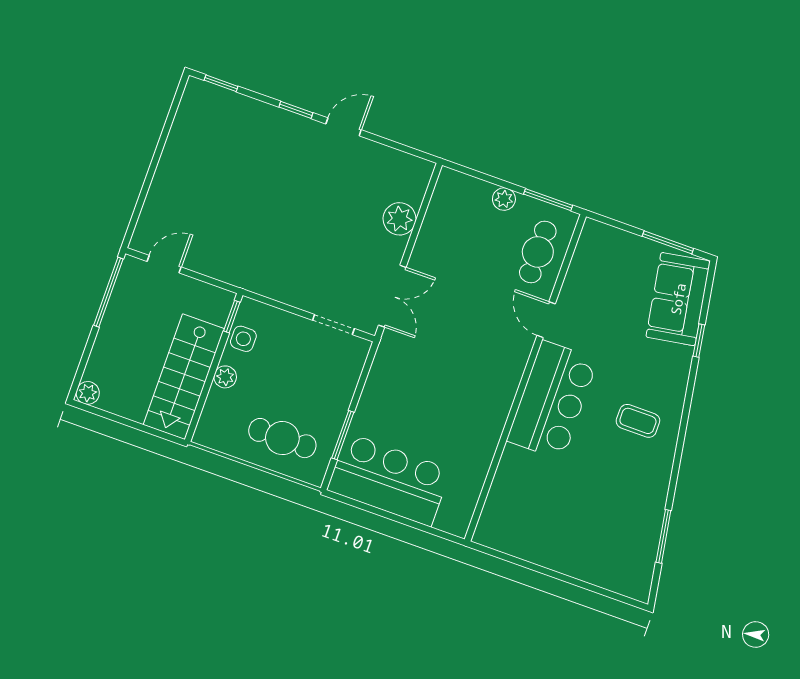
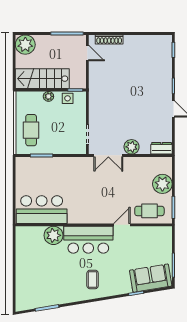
dresser: (417, 181) -> (162, 148), added
plant: (504, 199) -> (162, 184), width x1.87, depth x1.87
shoe rack: (152, 209) -> (109, 39), added
plant: (399, 219) -> (132, 147), moved
plant: (88, 393) -> (25, 45), width x1.88, depth x1.88
plant: (518, 469) -> (54, 235), added
bar counter: (389, 480) -> (42, 210), moved, turned -90

